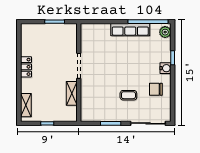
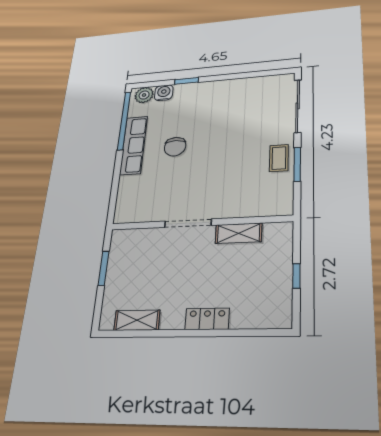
locker: (26, 67) -> (207, 319), moved
water cooler: (165, 68) -> (164, 93), moved
chair: (156, 89) -> (175, 147), moved
coffee table: (128, 95) -> (279, 158), moved
shelving: (26, 105) -> (137, 320), moved

